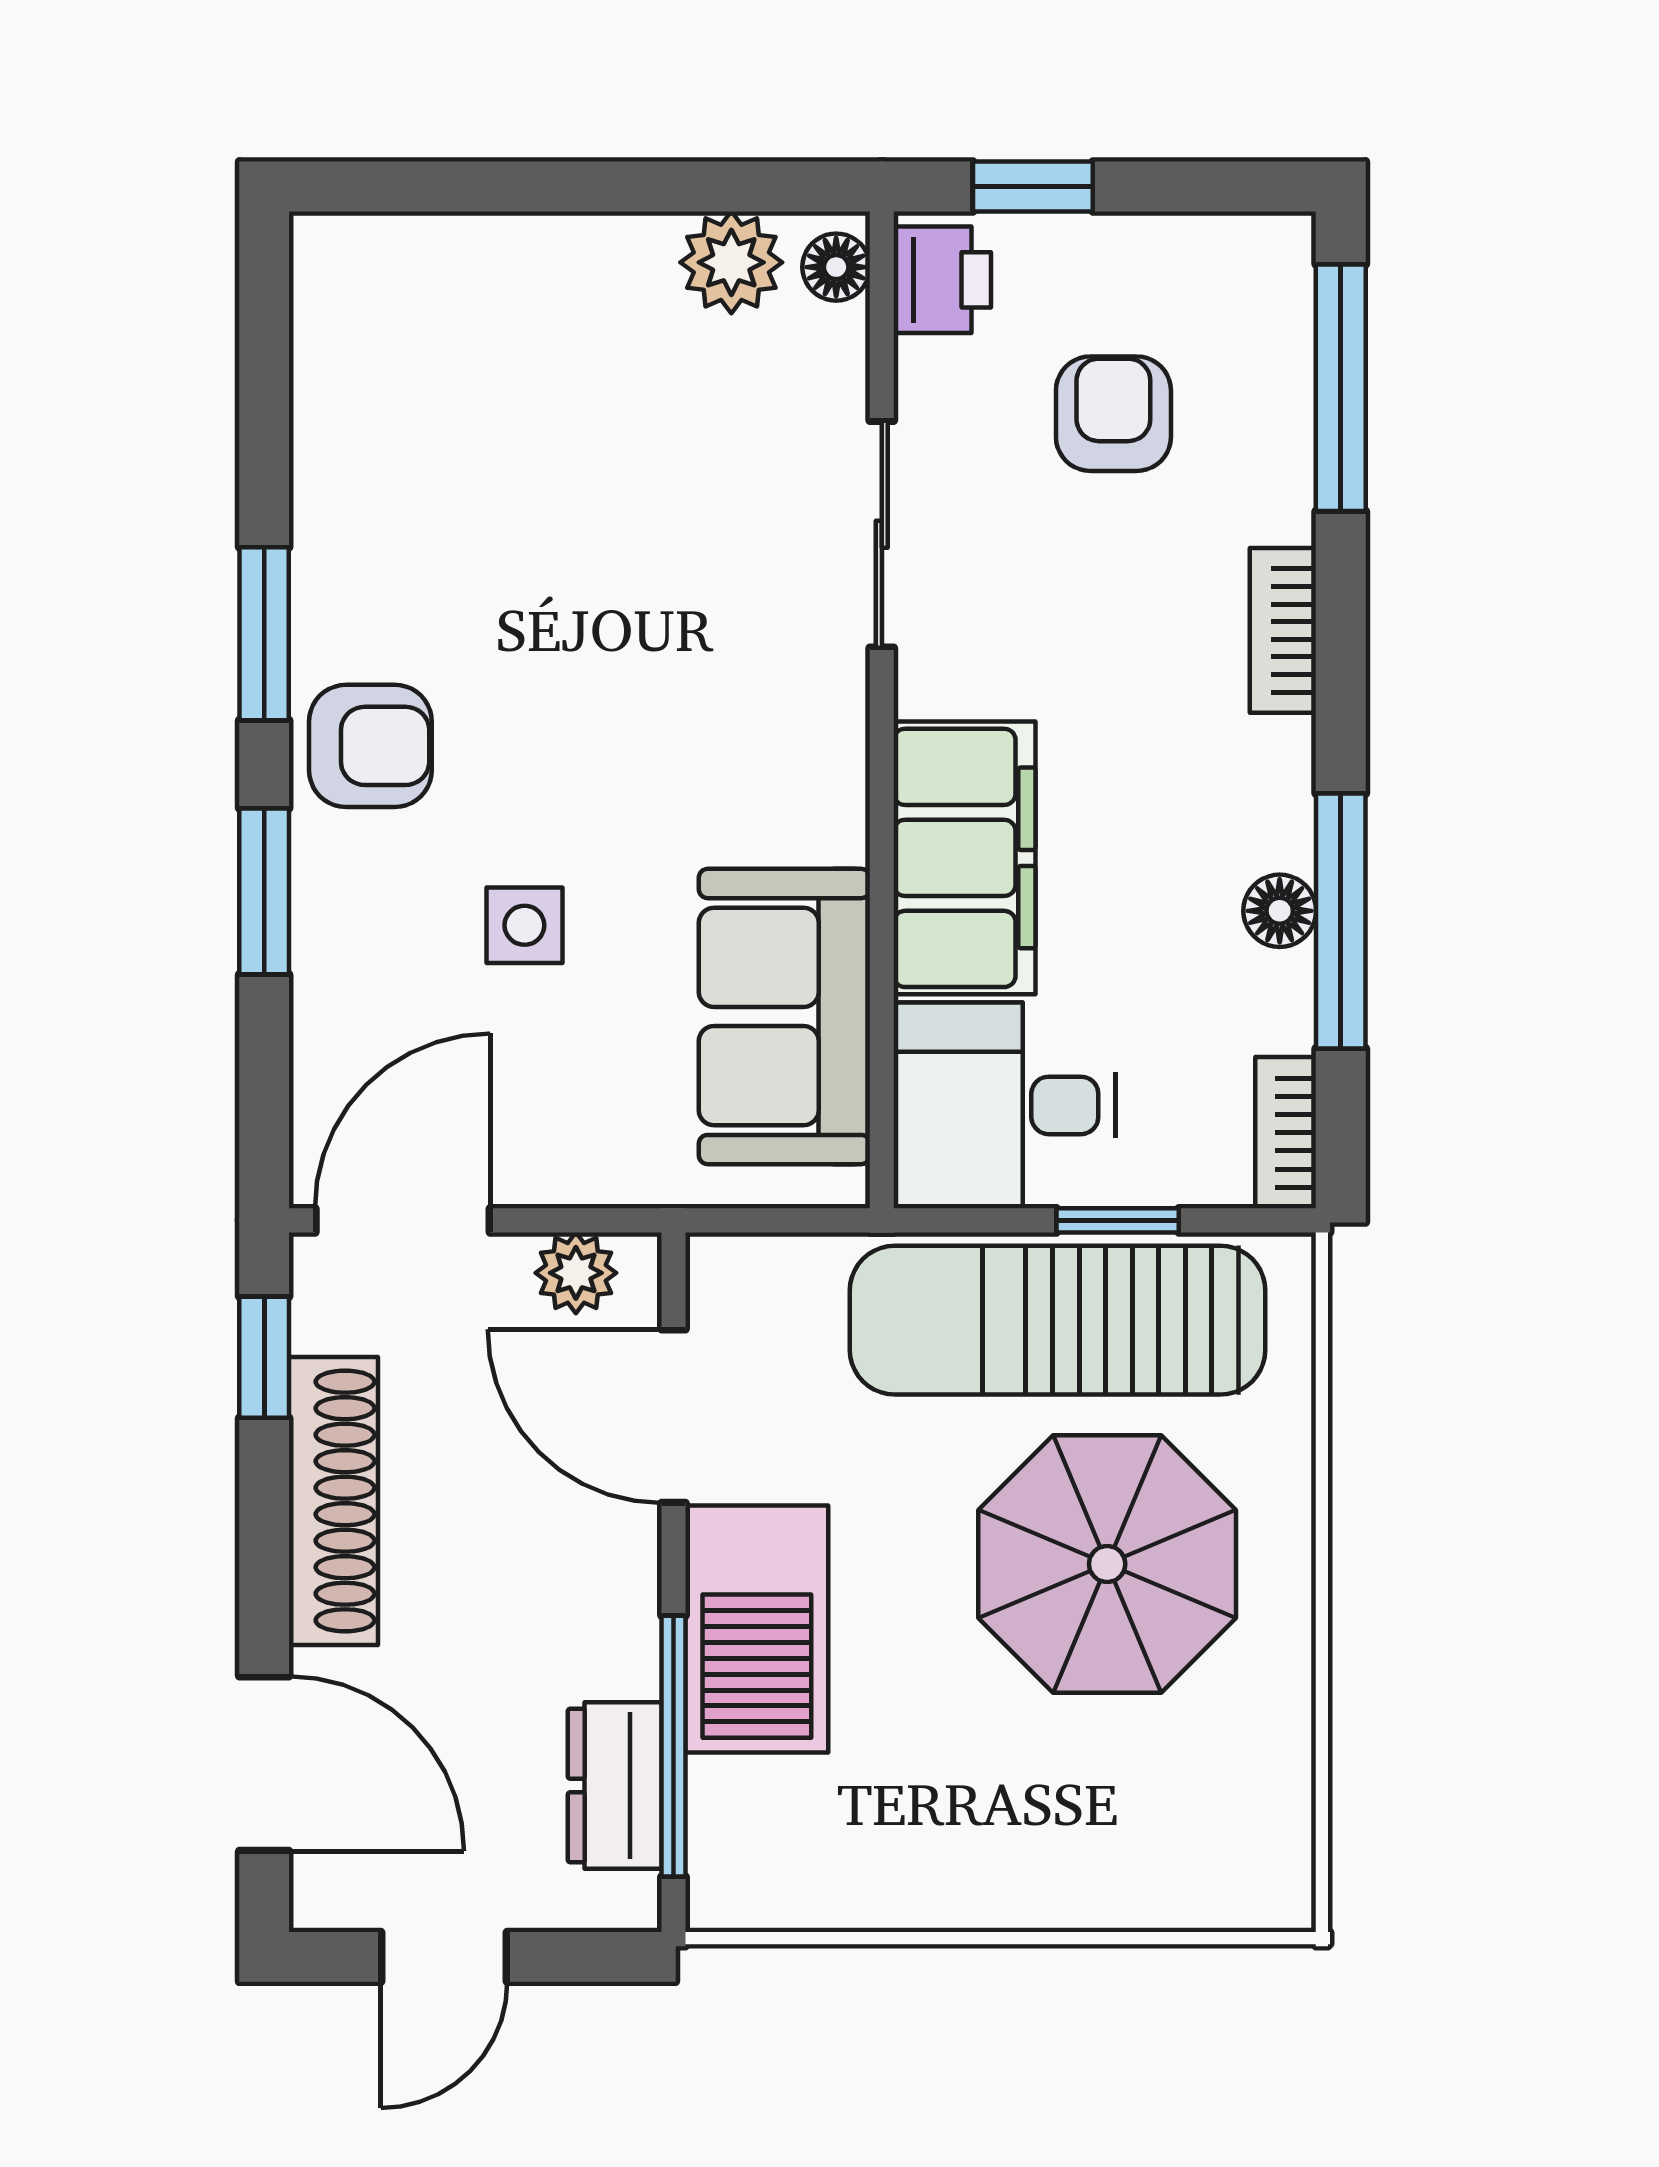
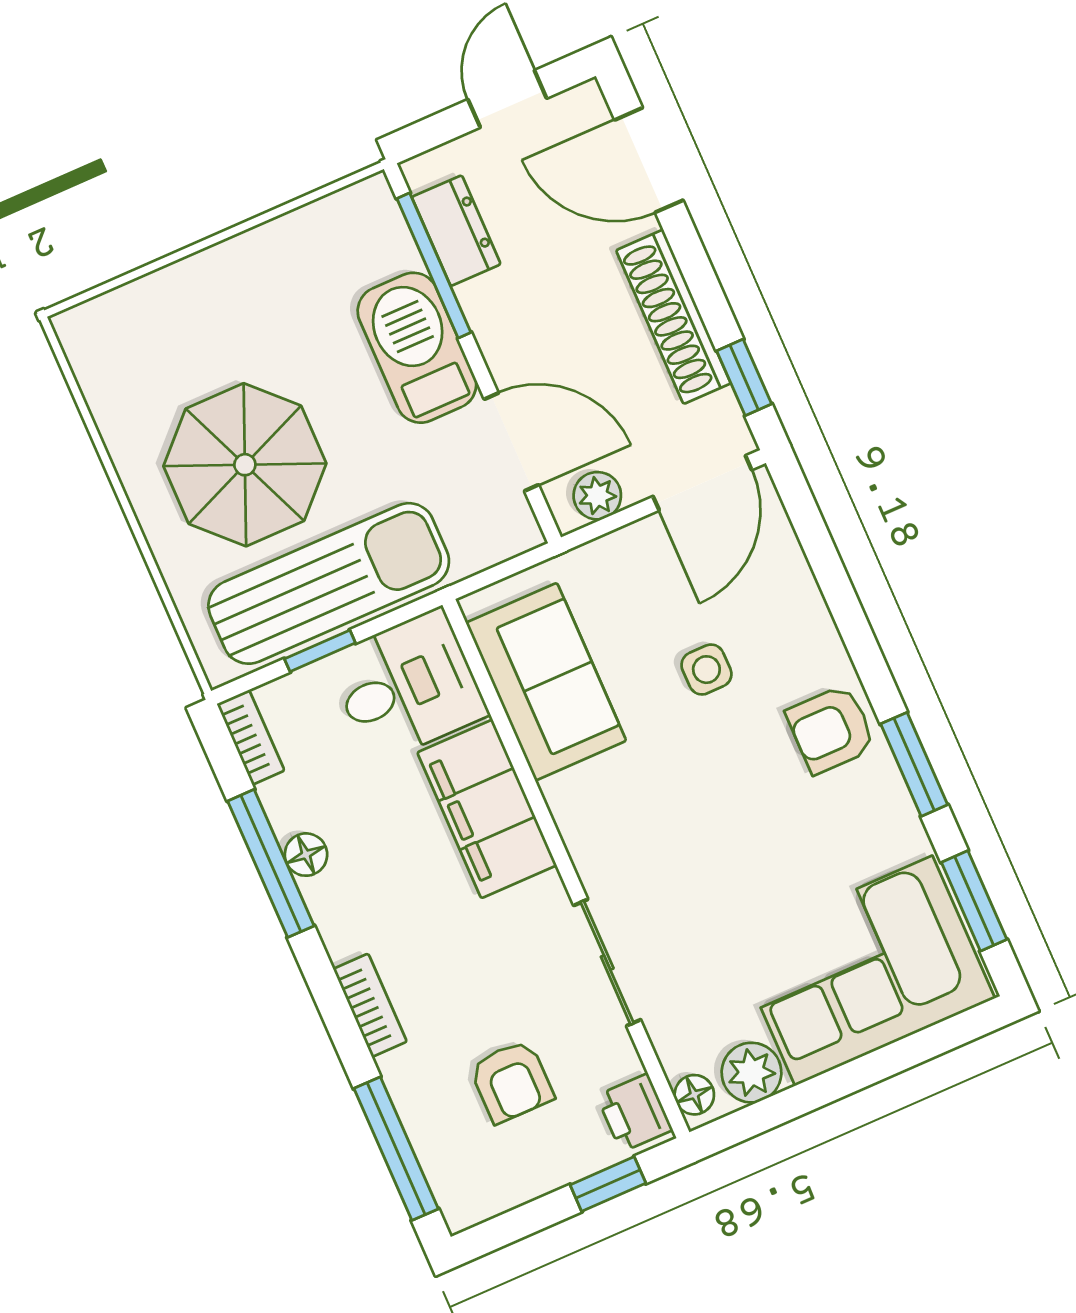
corner sofa: (485, 345) -> (864, 971), added
window: (264, 891) -> (974, 901), moved

